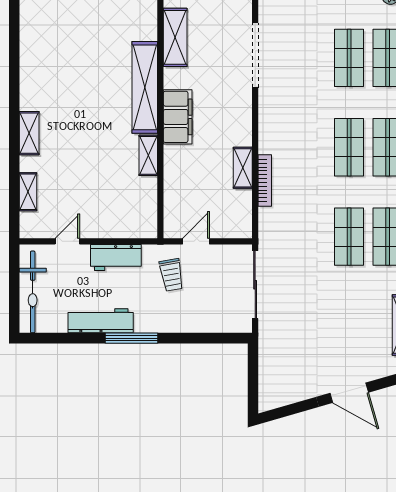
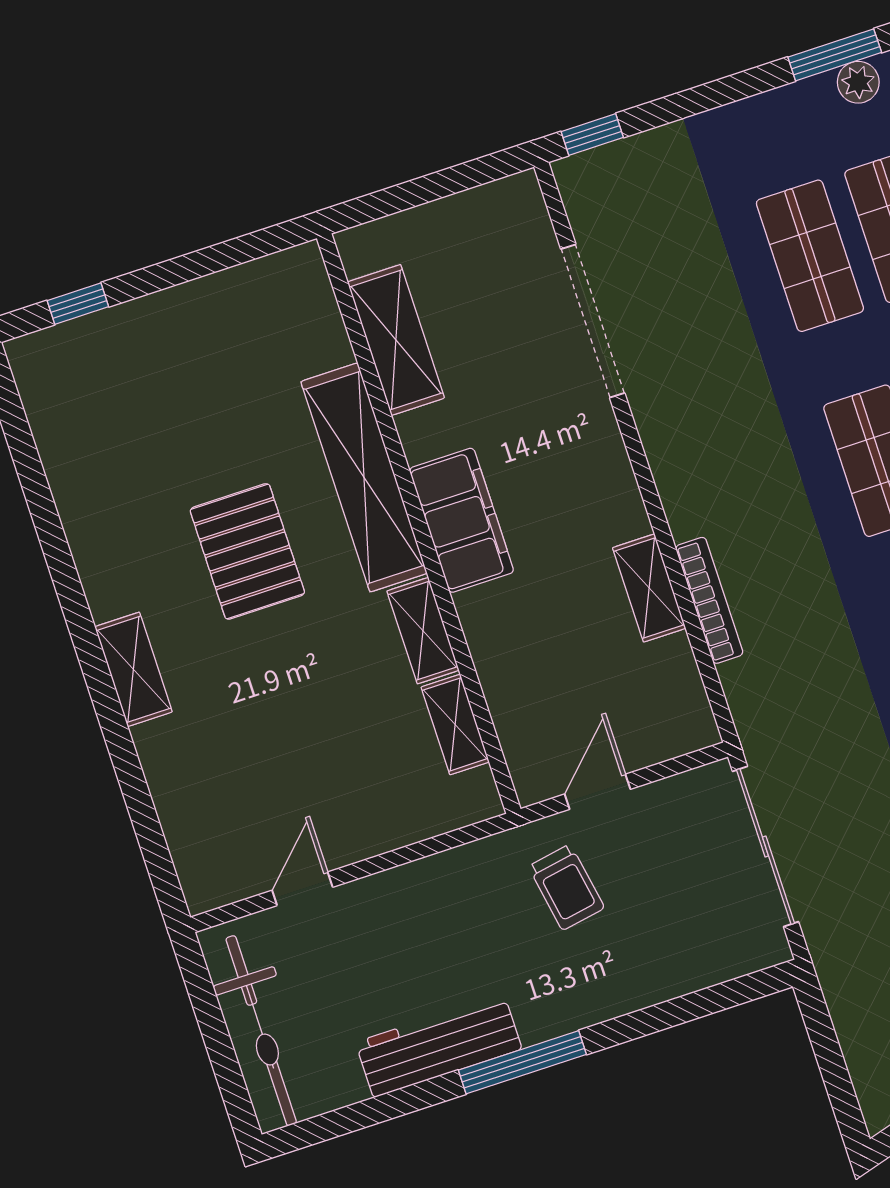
pallet: (89, 101) -> (247, 551), added
shelving: (28, 192) -> (455, 724), moved
workbench: (116, 258) -> (426, 889), removed

